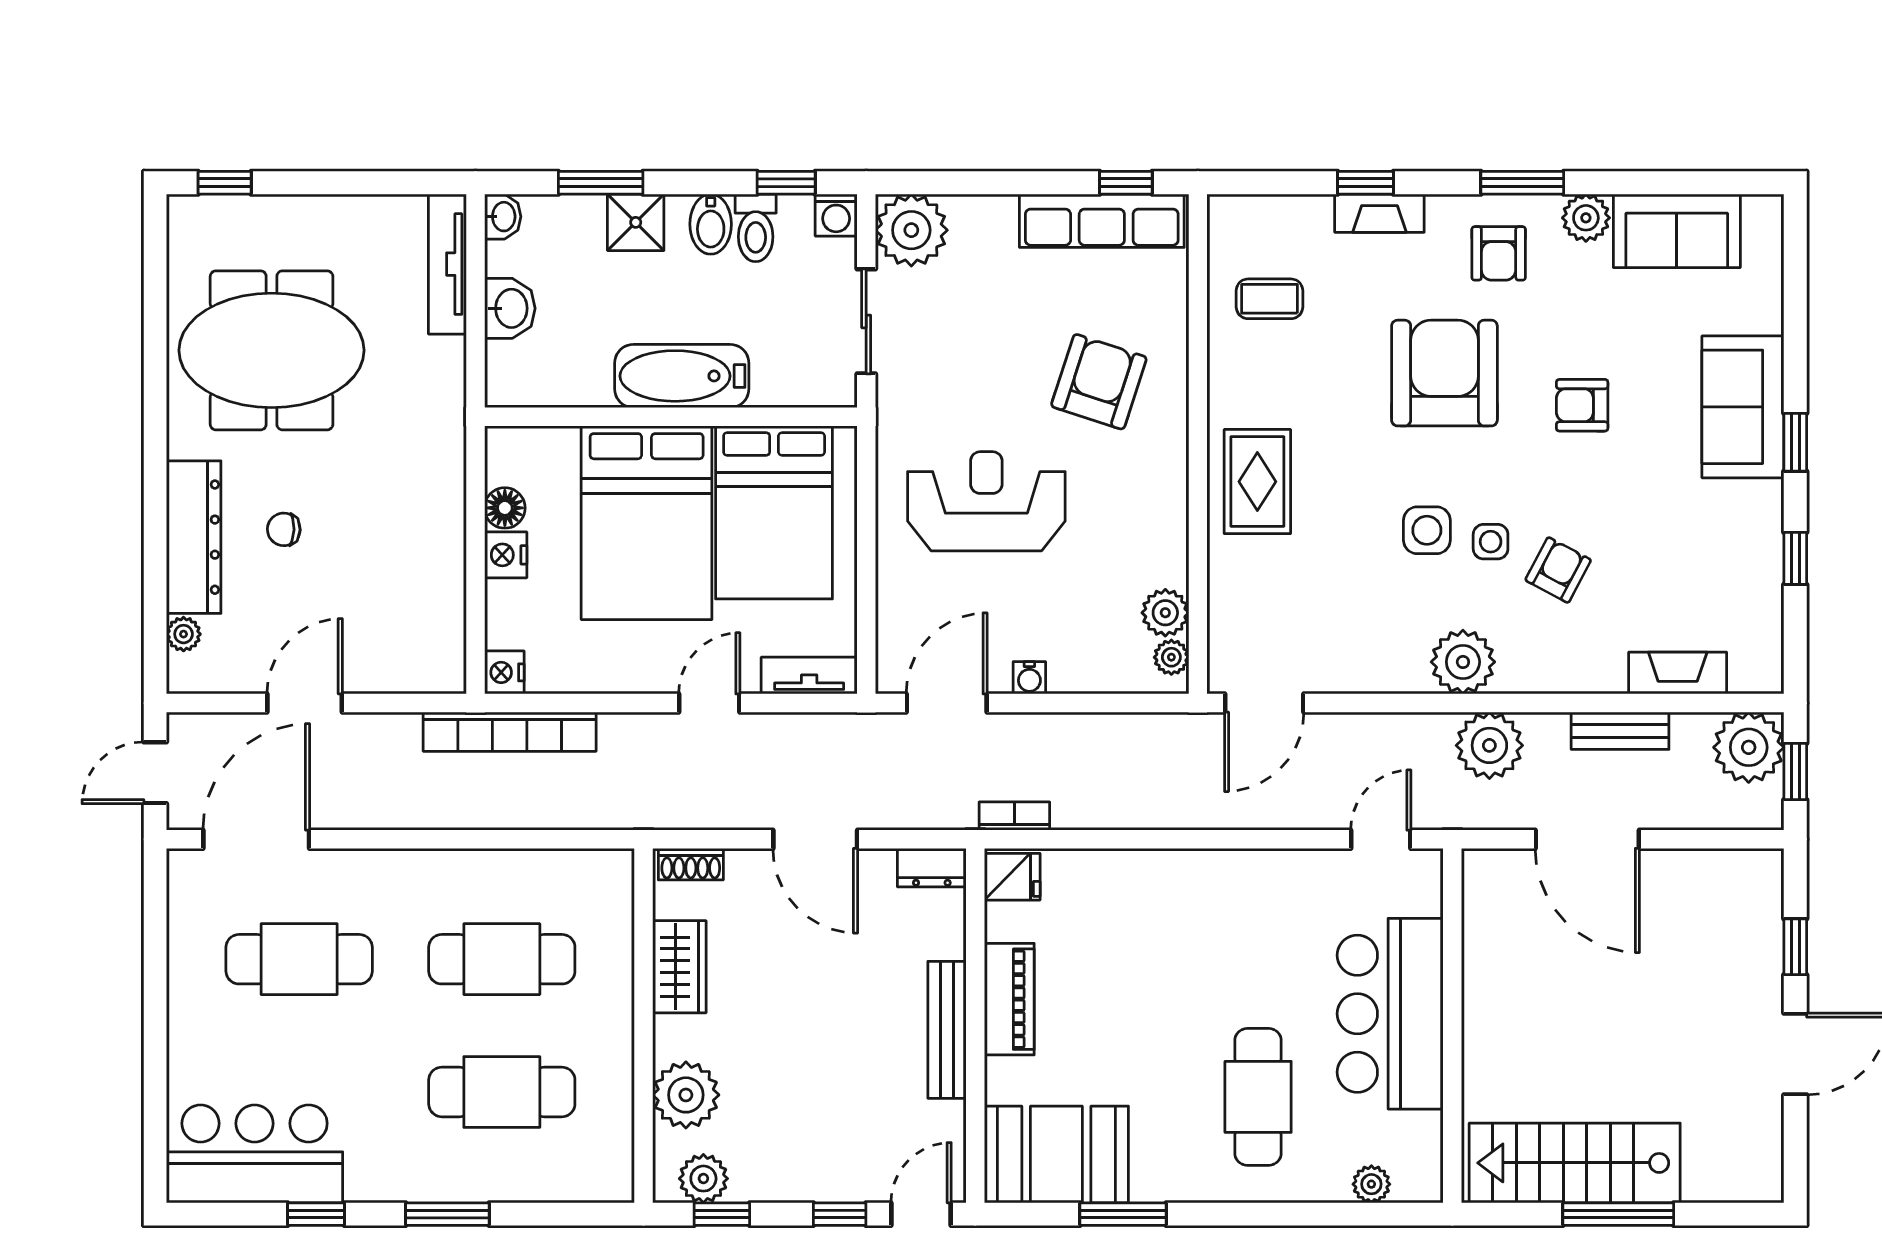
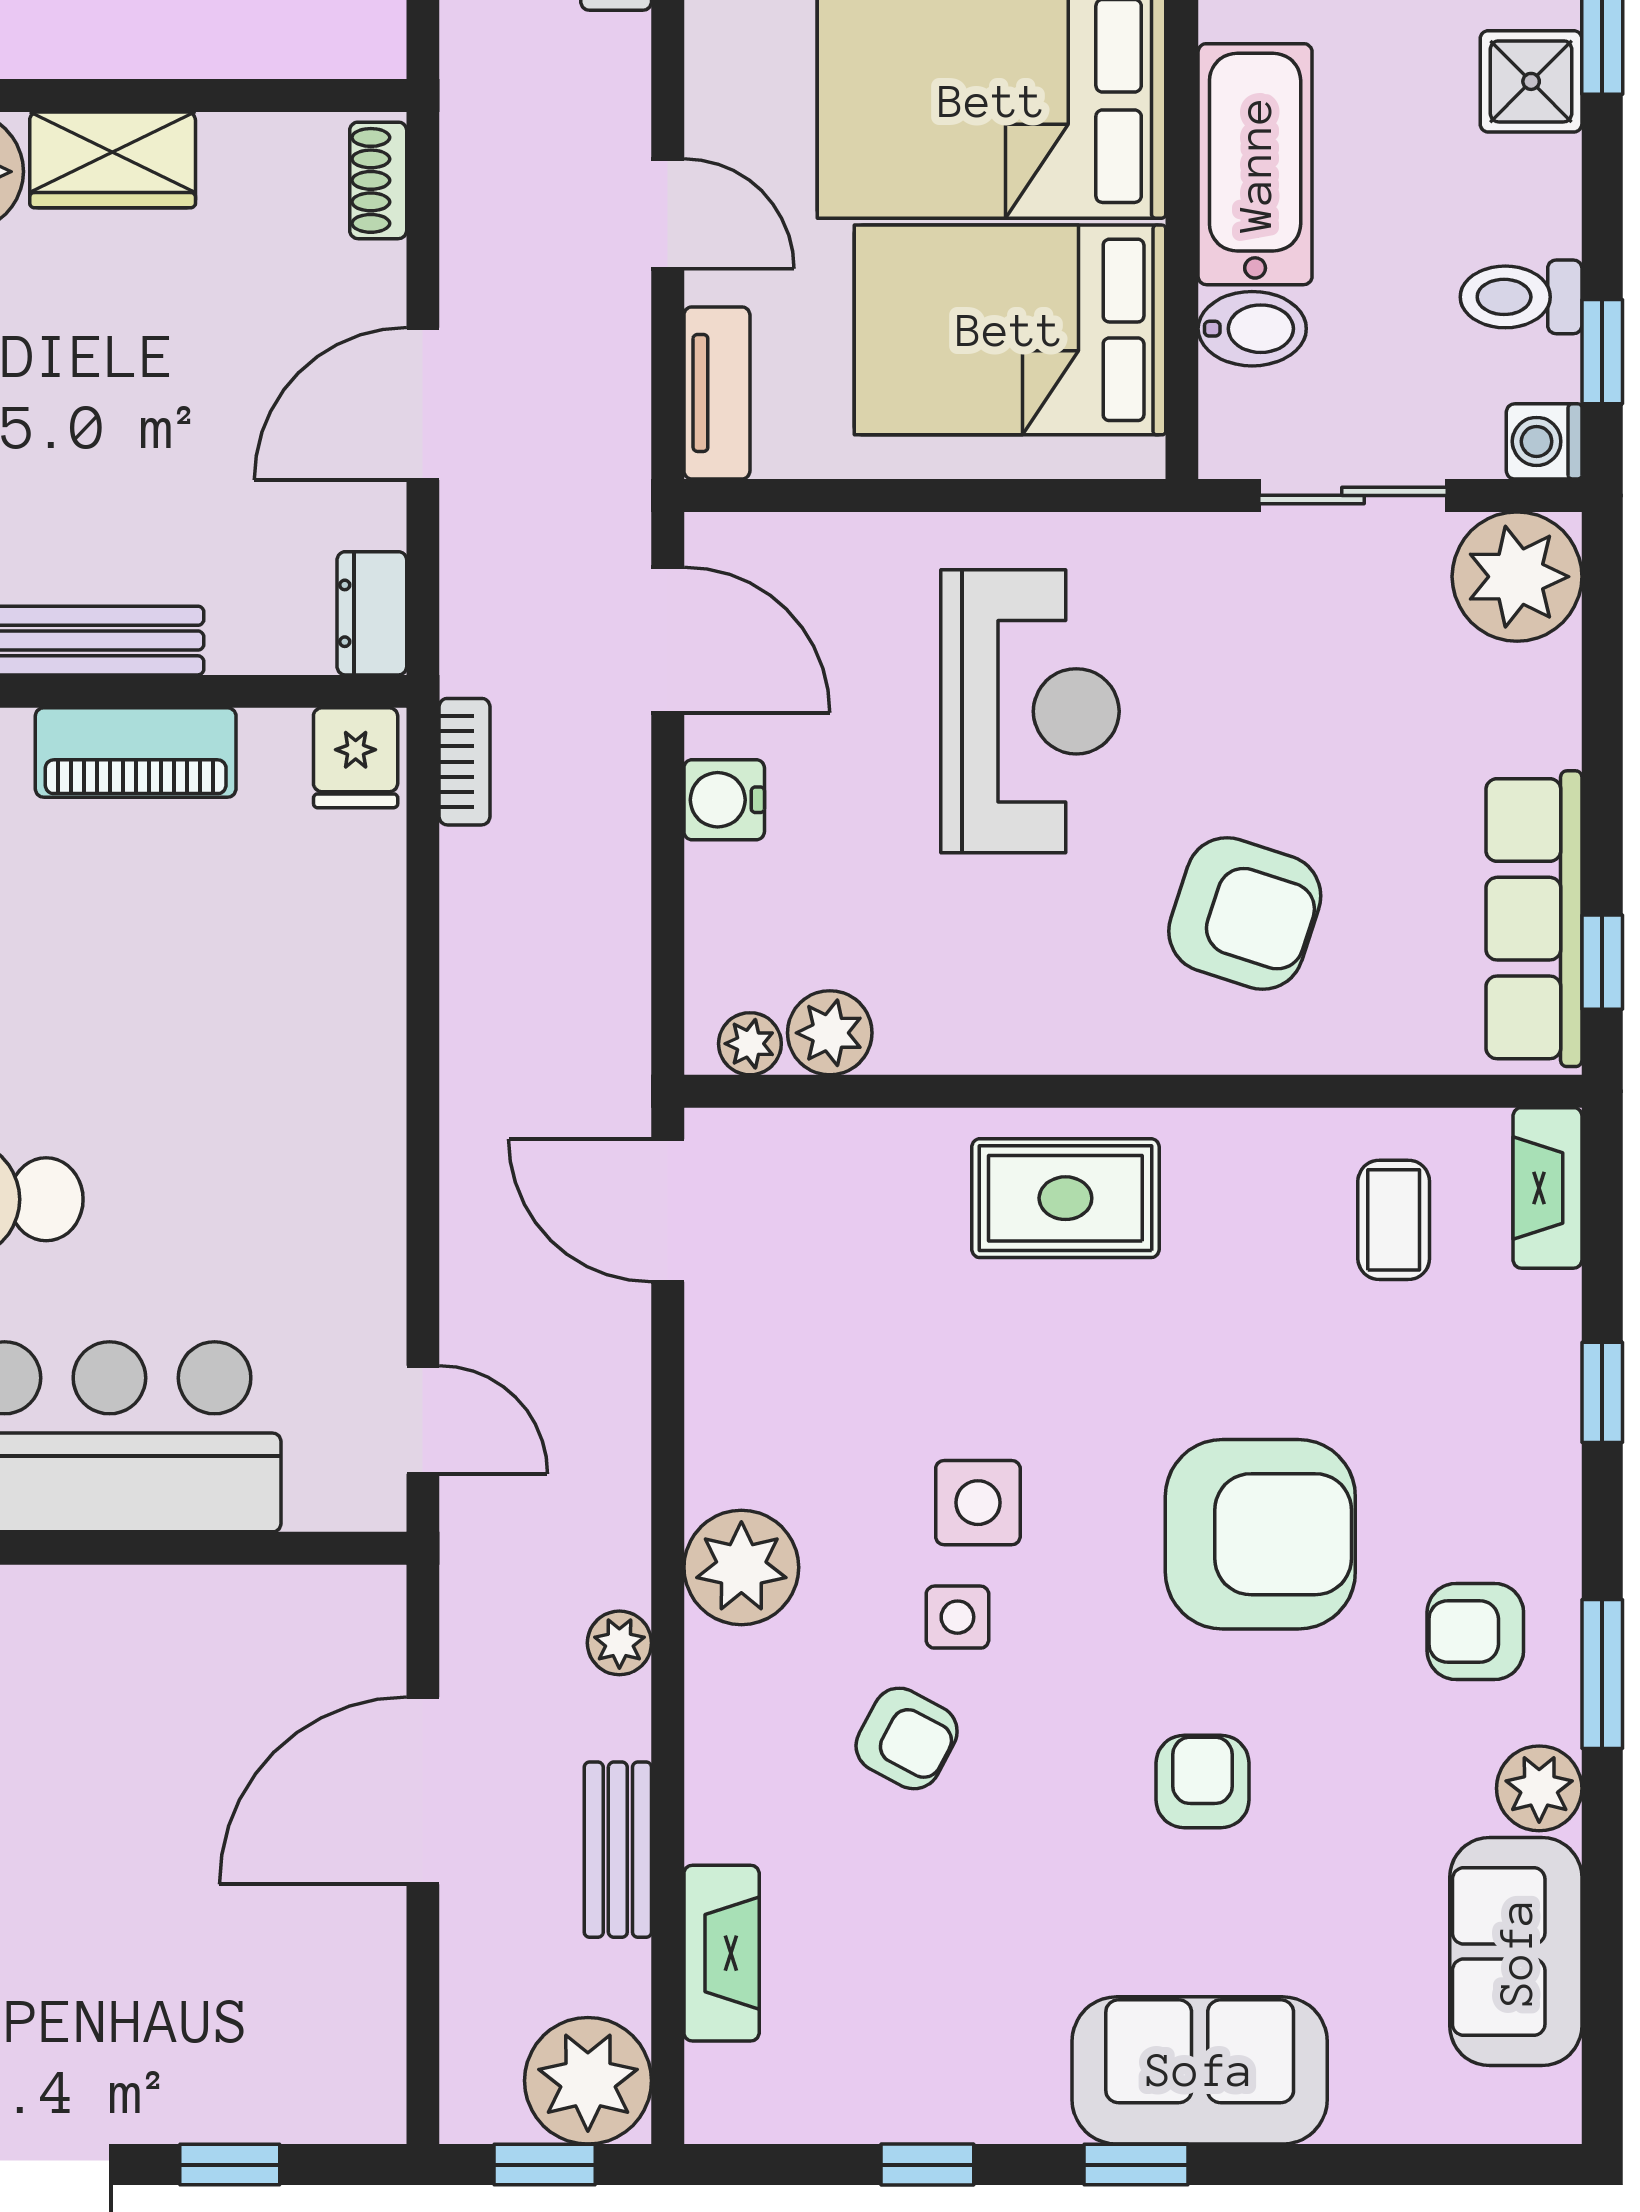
fireplace: (1379, 213) -> (1547, 1188), moved
bidet: (711, 224) -> (1252, 329), moved, turned 180
water cooler: (1029, 678) -> (724, 800), width x1.38, depth x1.38
plant: (1489, 745) -> (619, 1643), width x0.53, depth x0.53
wardrobe: (679, 967) -> (113, 160), moved

